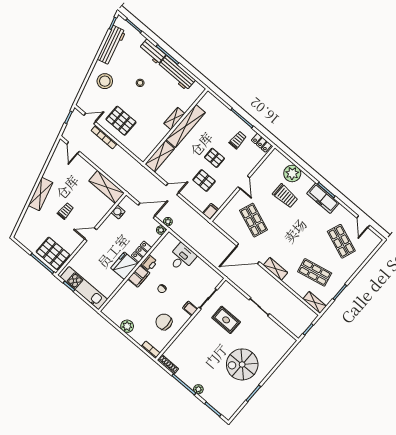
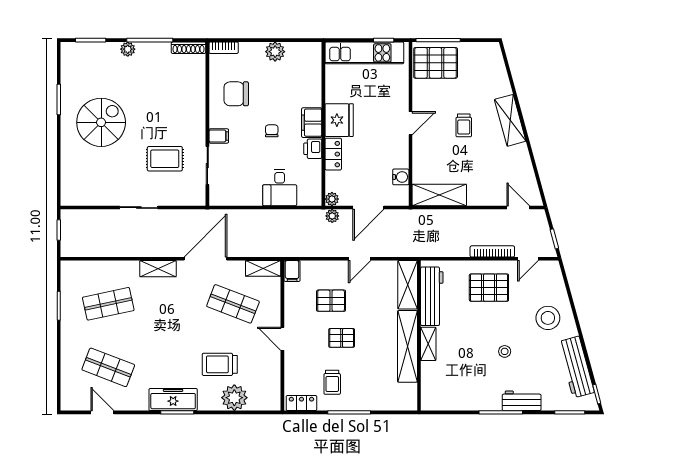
workbench: (177, 73) -> (432, 296), moved, turned 90
shelving: (315, 302) -> (263, 268), moved
chair: (164, 322) -> (236, 94), turned 180

